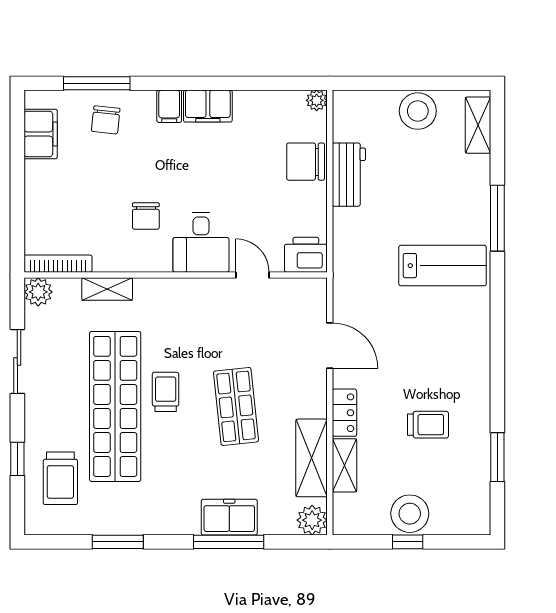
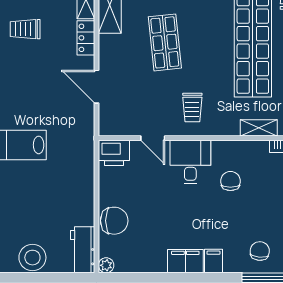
workbench: (349, 175) -> (83, 250), moved
trolley: (166, 392) -> (192, 107), moved

